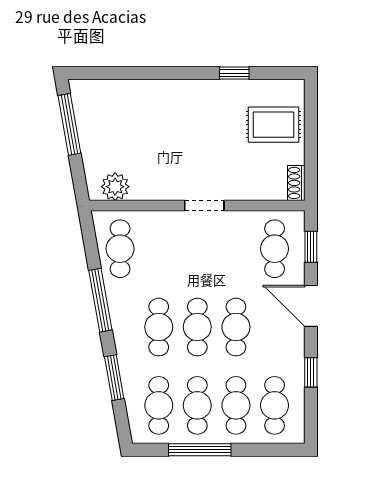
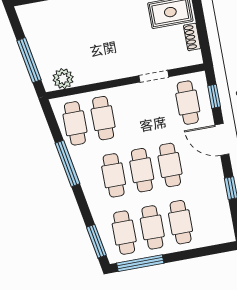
window: (69, 124) -> (29, 60), moved
shoe rack: (296, 183) -> (192, 37), moved
doorway: (204, 205) -> (154, 76), moved
window: (114, 378) -> (96, 241), moved
cafe table: (275, 405) -> (103, 118), moved
window: (200, 450) -> (140, 263), moved

